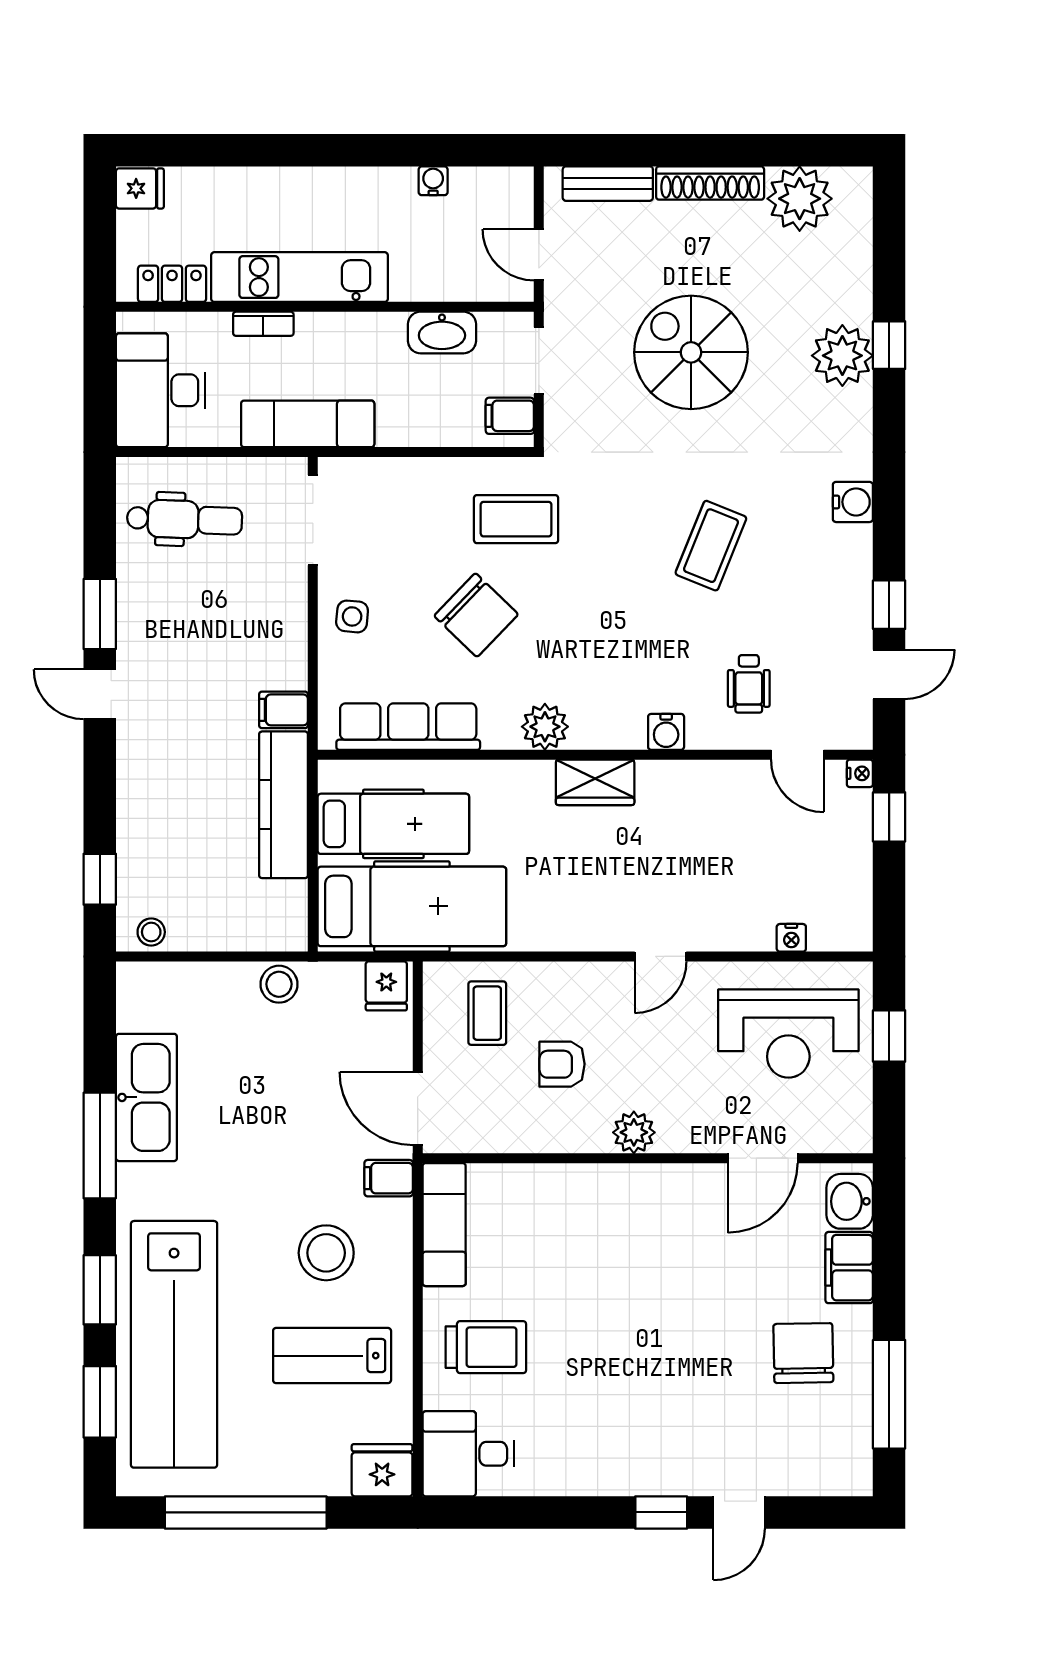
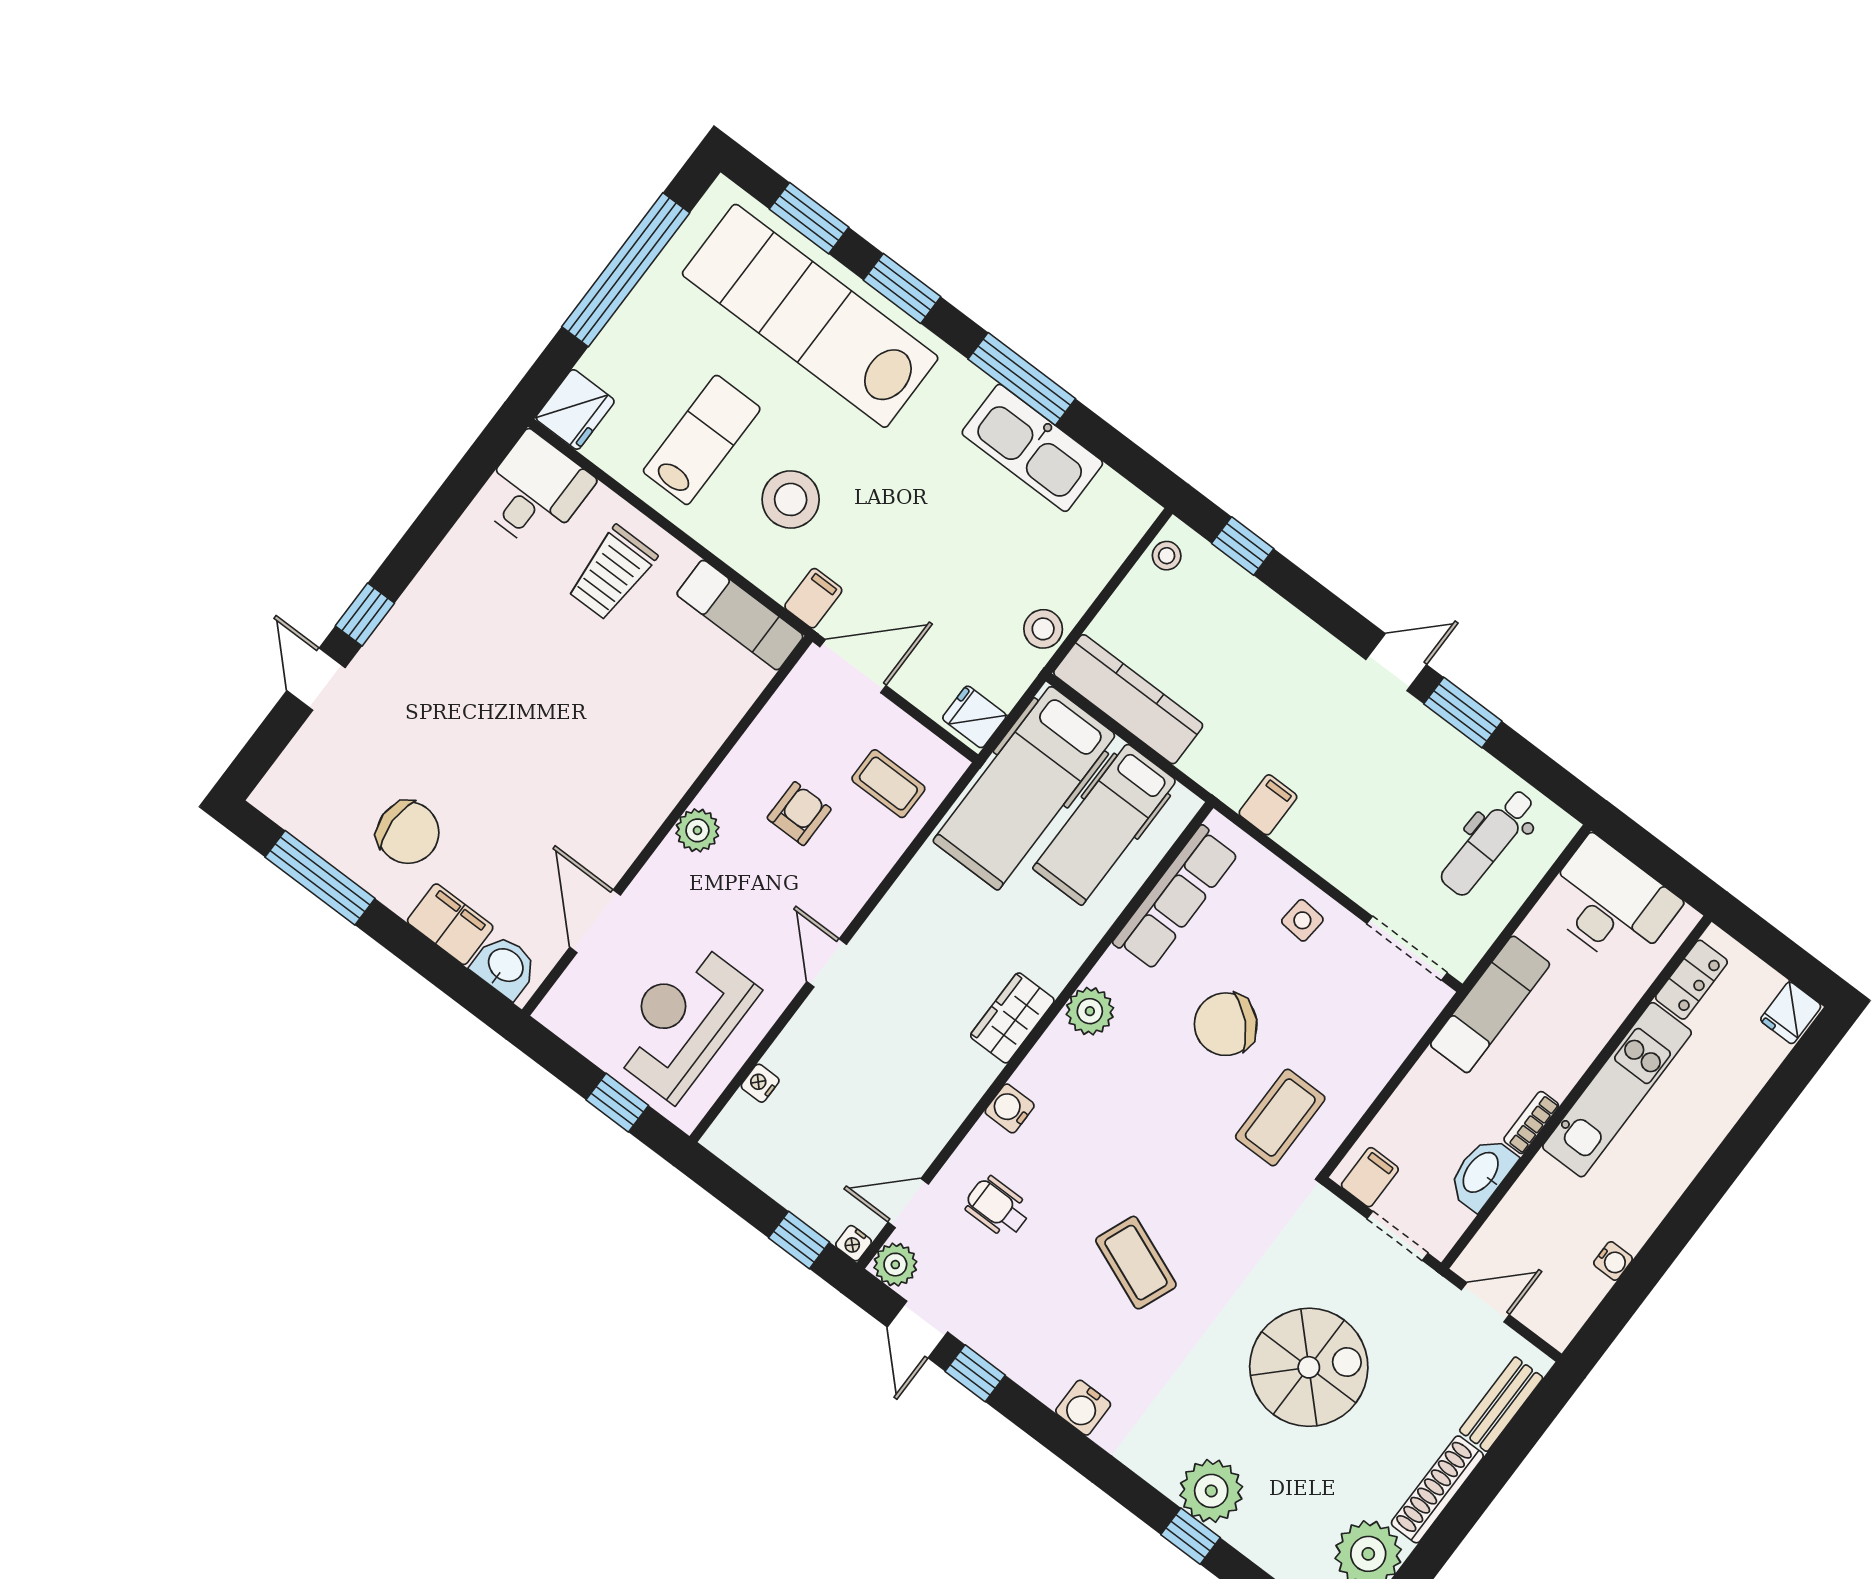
bookcase: (263, 324) -> (1531, 1123), moved
plant: (852, 729) -> (895, 1265), added
kitchen counter: (284, 805) -> (1128, 699), moved

